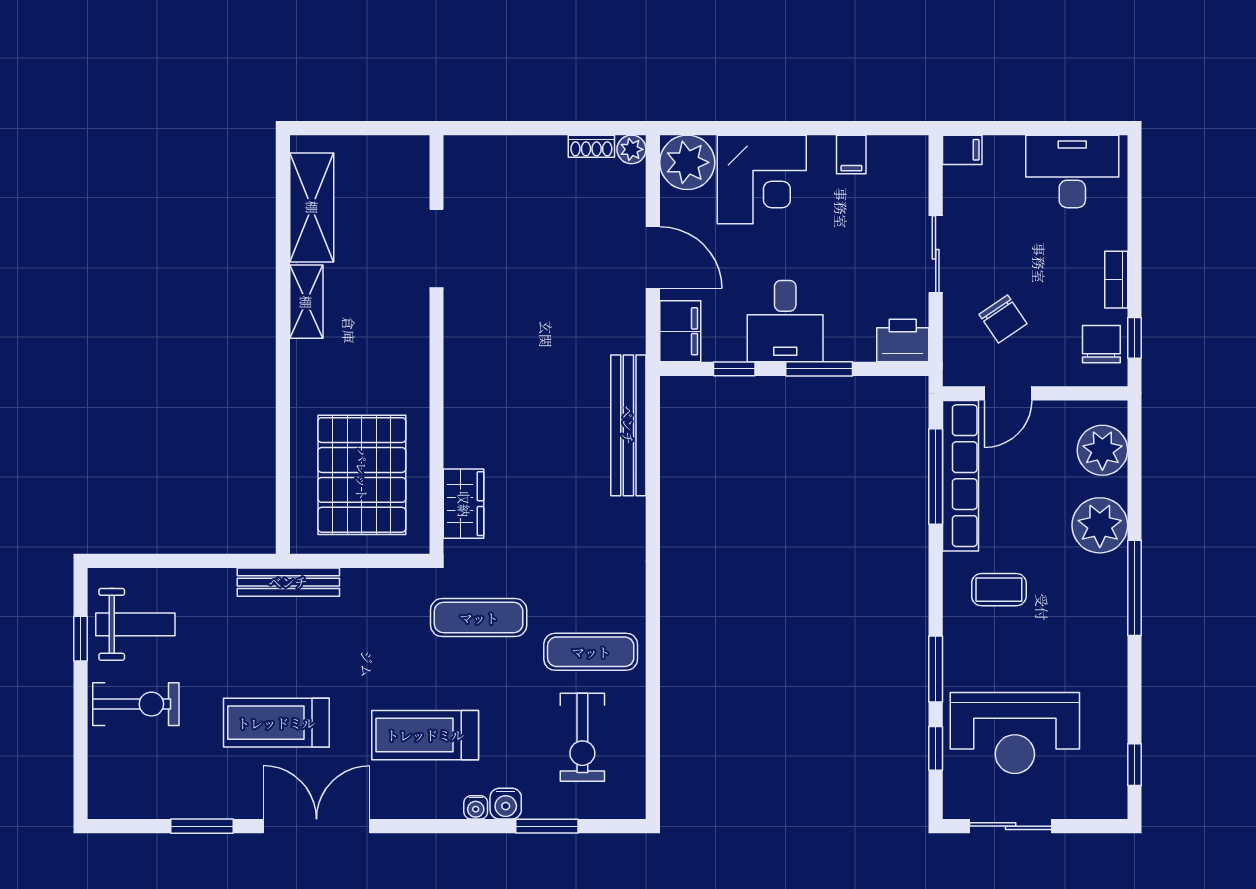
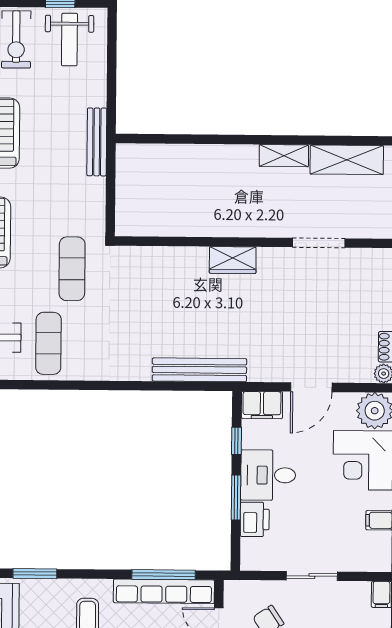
printer: (903, 341) -> (255, 519), moved
pallet: (362, 475) -> (168, 192), removed
wardrobe: (464, 504) -> (233, 260), moved

